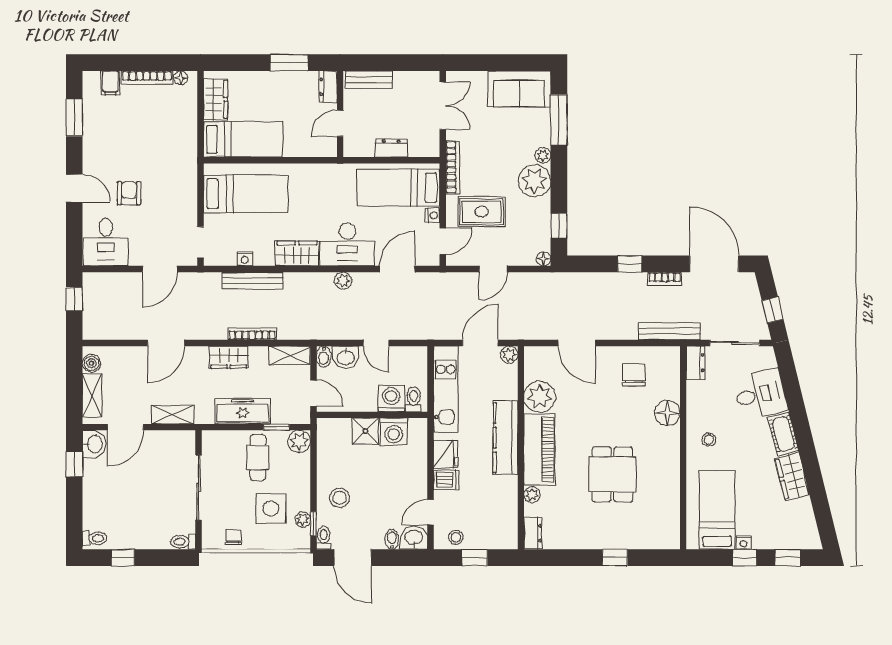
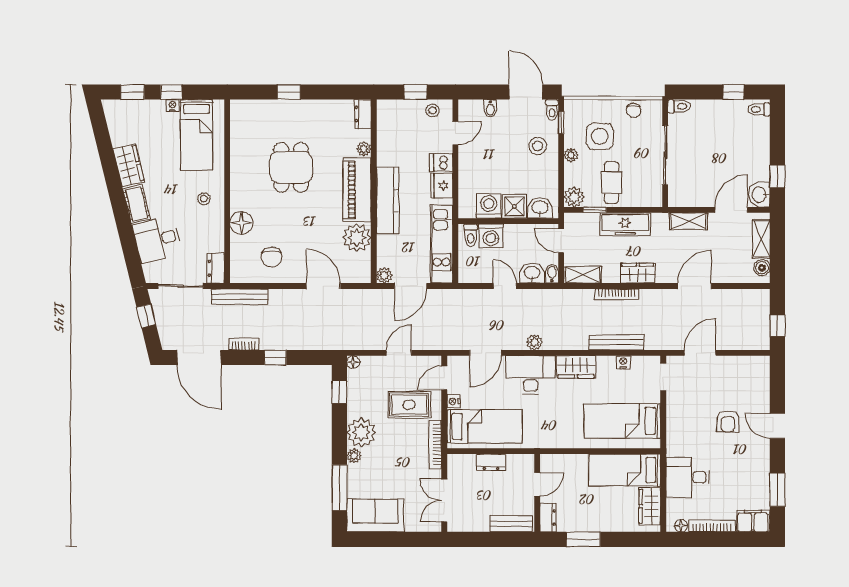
filing cabinet: (110, 83) -> (753, 521), width x2.00
desk: (106, 242) -> (688, 477), moved, turned -90
plant: (303, 520) -> (571, 155), moved
washbasin: (414, 538) -> (540, 208), moved, turned 180

